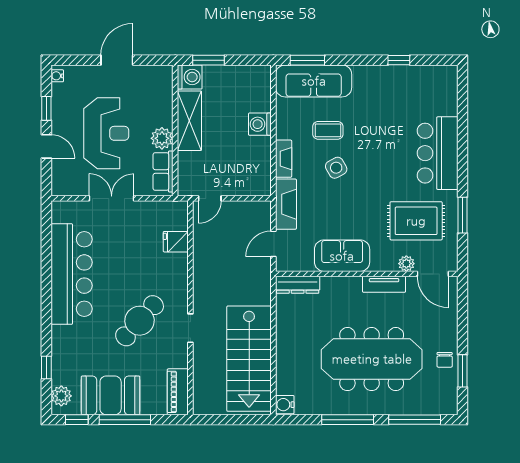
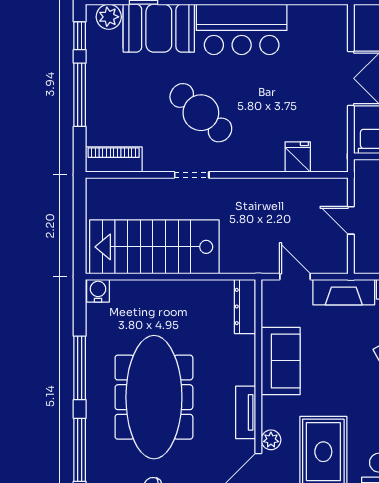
door: (210, 198) -> (351, 220), moved
bar counter: (72, 274) -> (242, 29), width x0.73
booth: (111, 395) -> (159, 28), moved, turned 90

